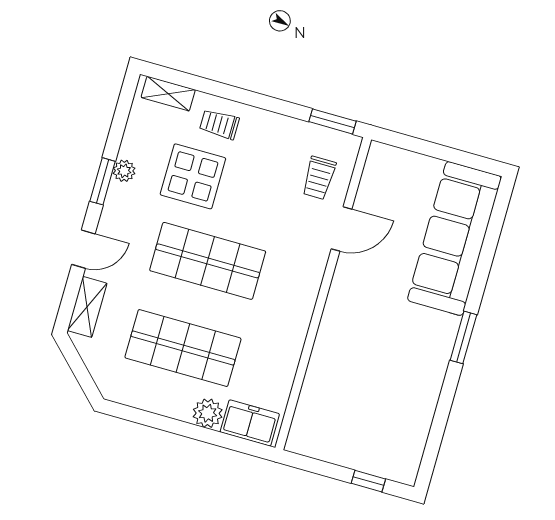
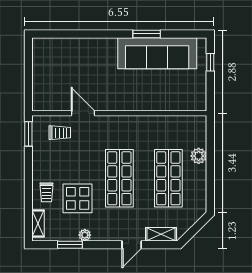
window: (103, 181) -> (70, 245), moved
sofa: (454, 239) -> (157, 53), moved
door: (83, 249) -> (132, 245), swing flipped
window: (463, 337) -> (147, 34), moved
freezer: (250, 423) -> (197, 132), removed

